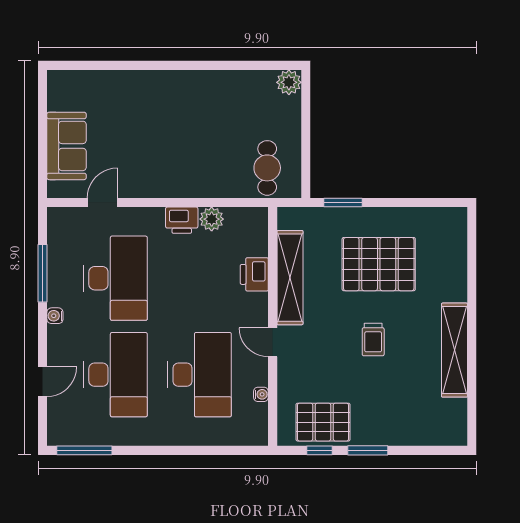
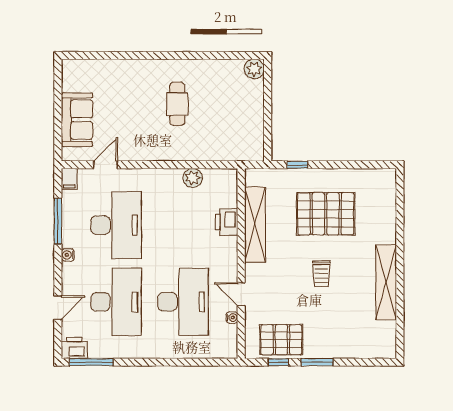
cafe table: (267, 168) -> (177, 104), moved
window: (343, 203) -> (297, 165), width x0.67
filing cabinet: (57, 220) -> (69, 179), added
printer: (182, 220) -> (74, 348), moved, turned 180
door: (273, 342) -> (241, 294), moved

